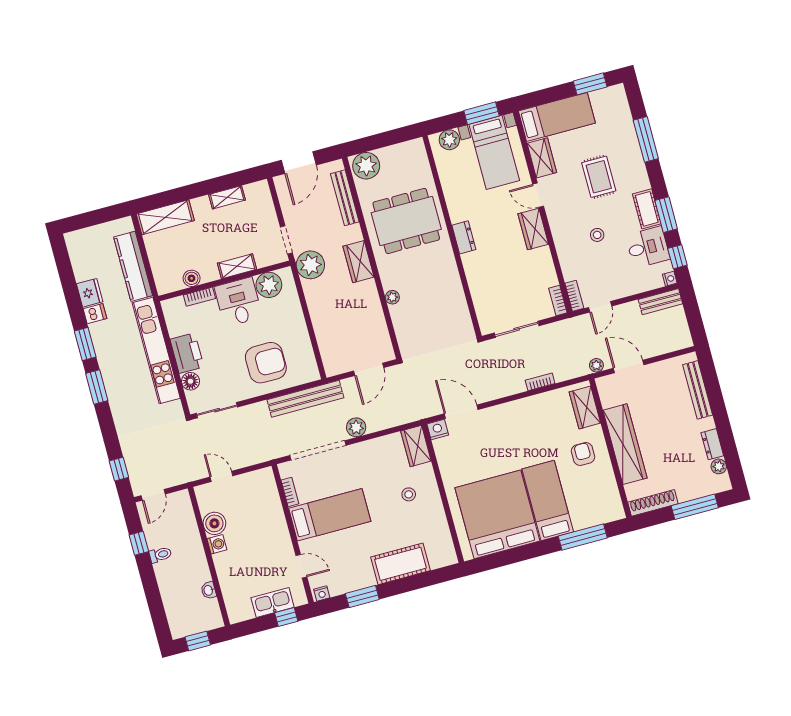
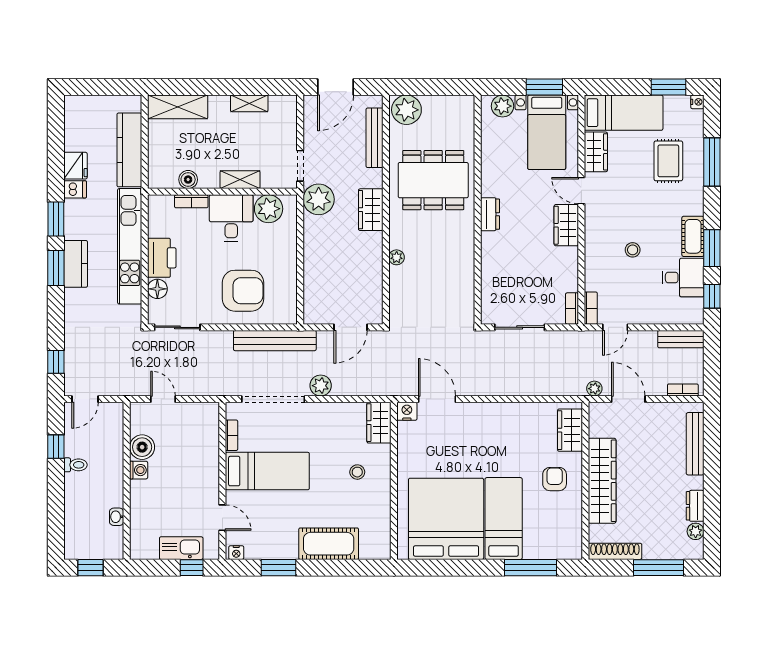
rug: (599, 177) -> (668, 161), moved
nightstand: (670, 279) -> (697, 102), moved
kitchen counter: (113, 379) -> (76, 264), added
bookcase: (540, 382) -> (683, 390), moved

